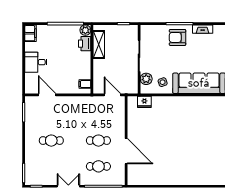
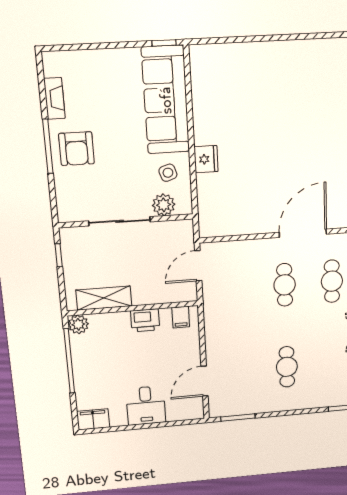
printer: (85, 44) -> (145, 320), moved
fridge: (144, 102) -> (206, 159), moved

